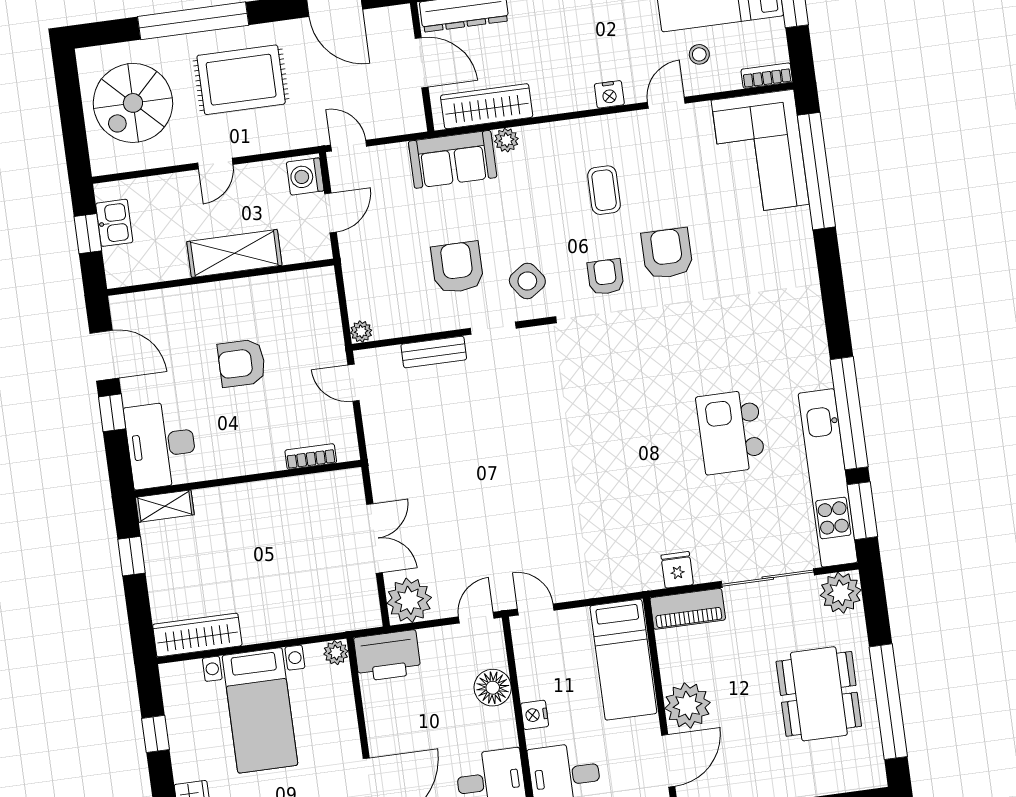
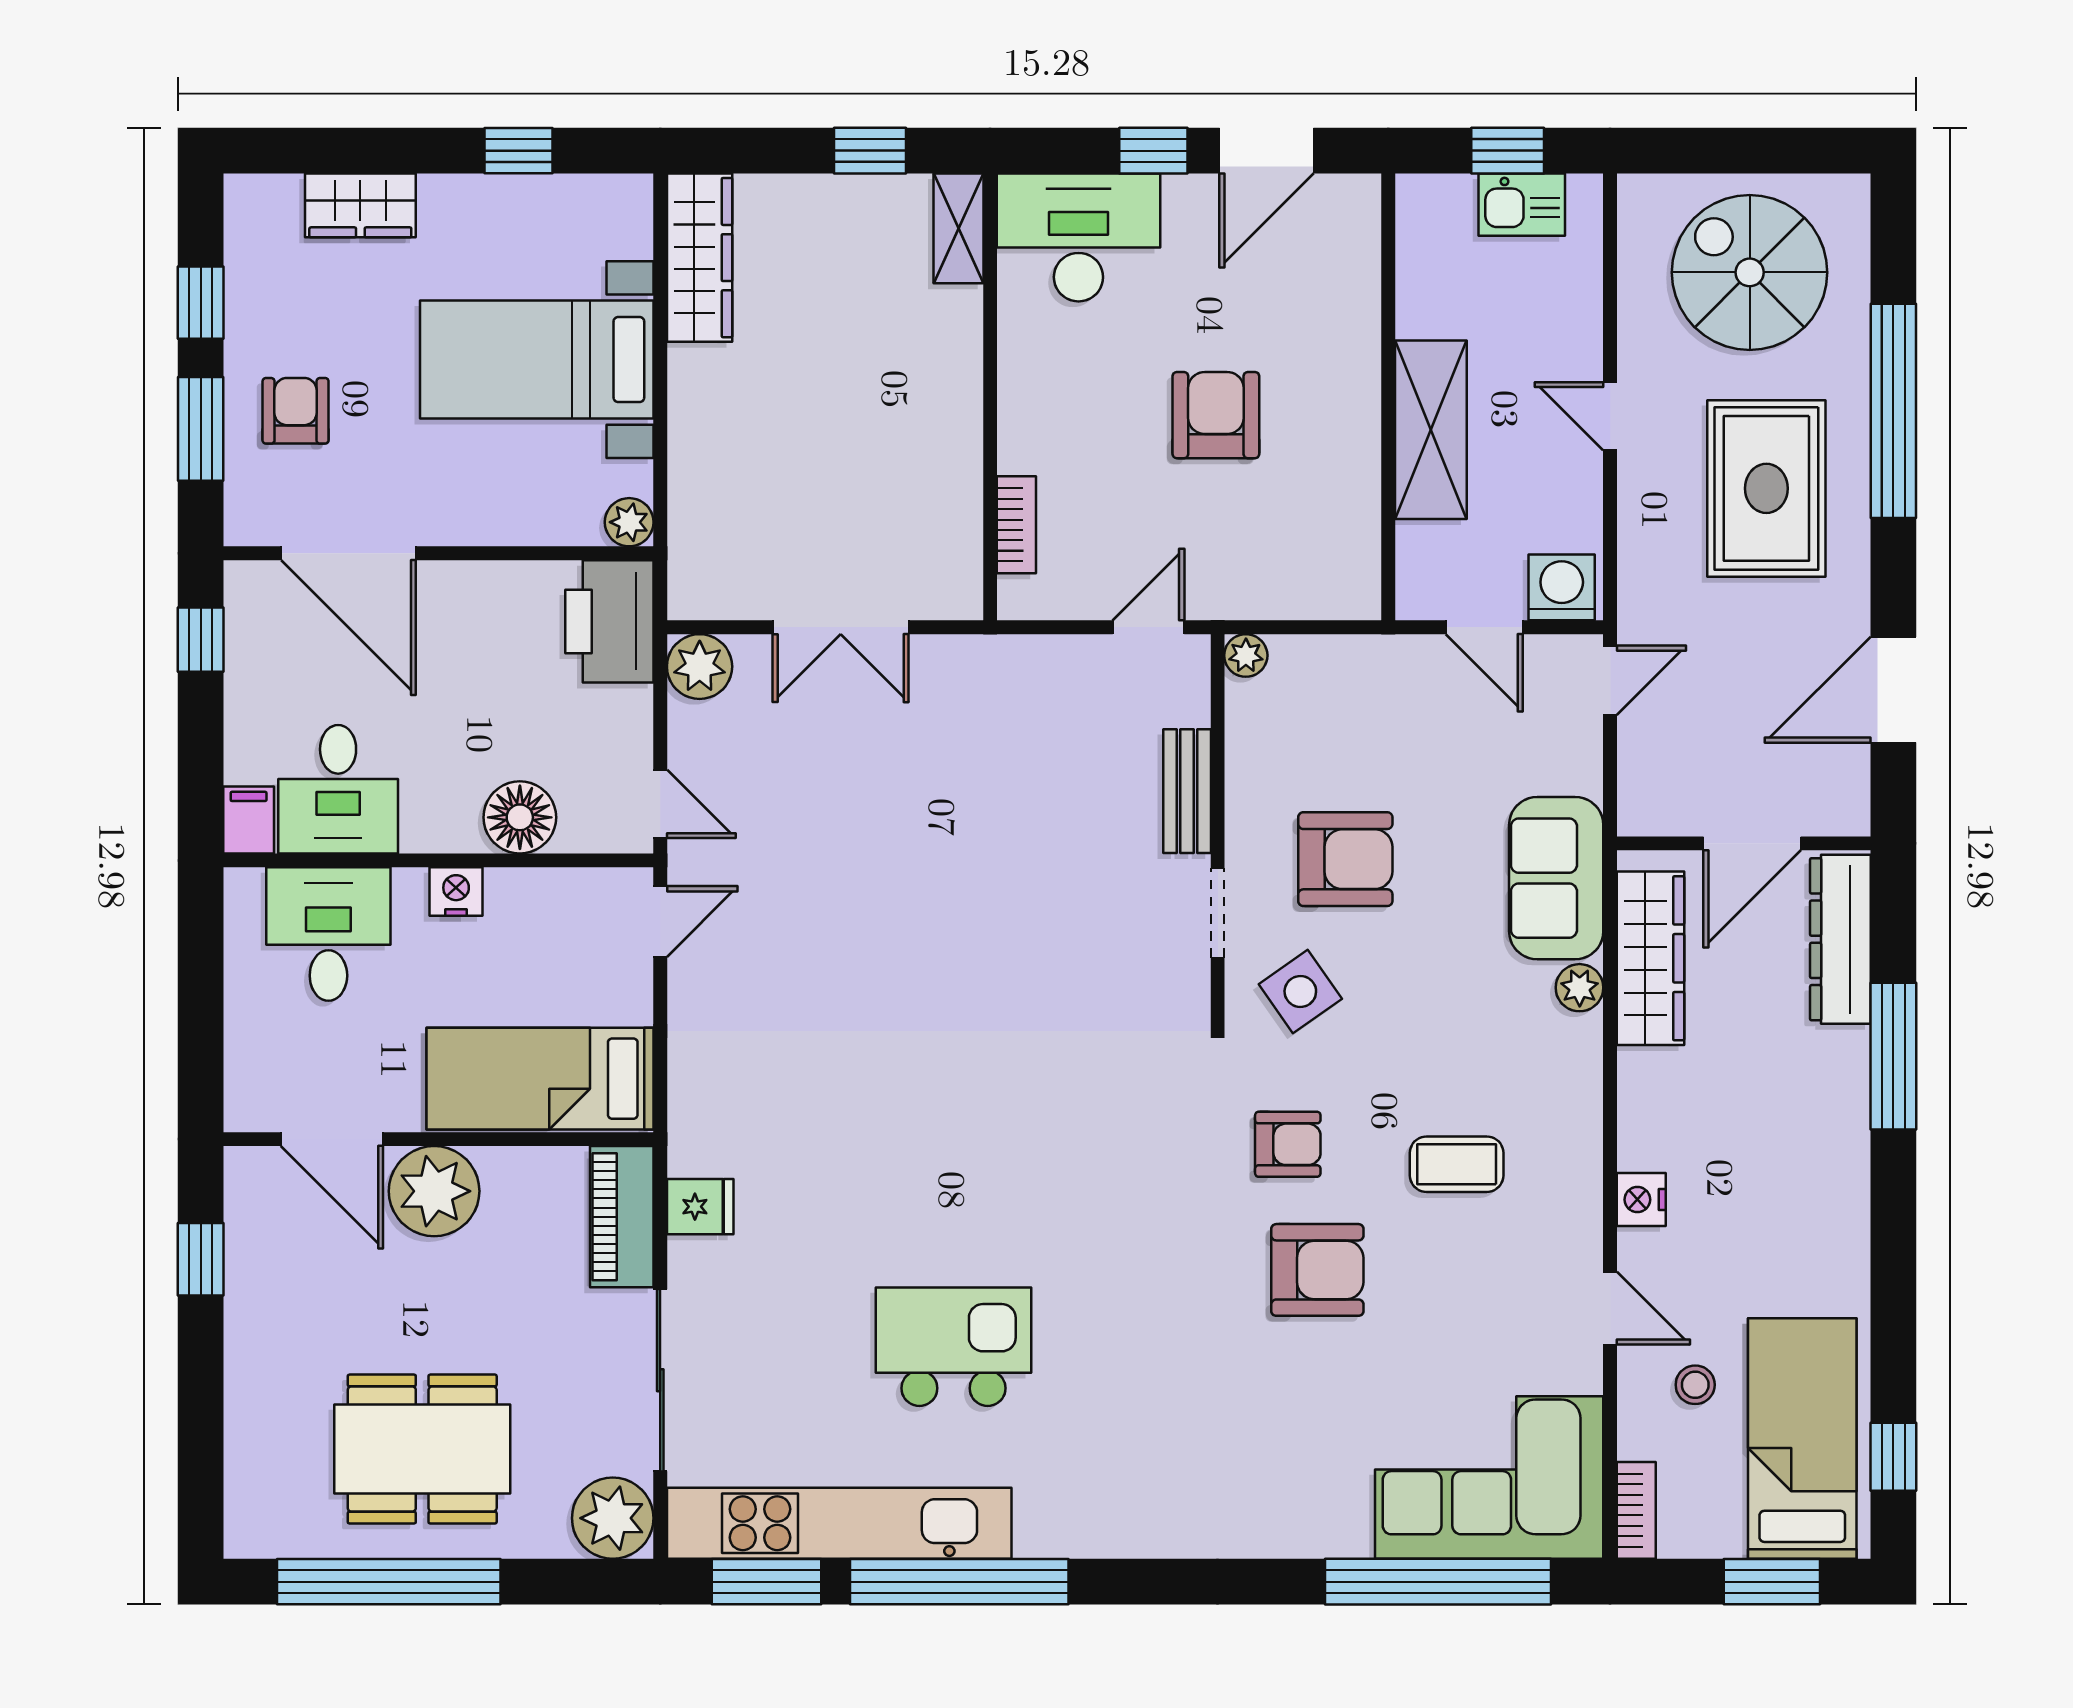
plant: (409, 600) -> (700, 667), width x0.73, depth x0.73

